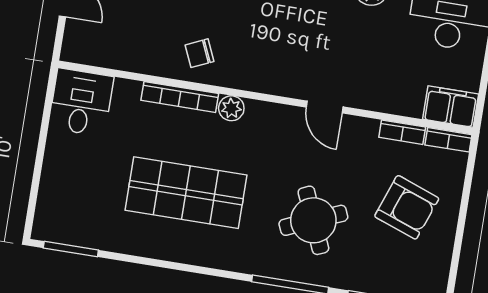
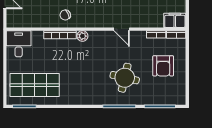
shop shelf: (186, 193) -> (35, 85), moved
armchair: (407, 207) -> (163, 66), turned 70
round table: (313, 220) -> (125, 78), turned 36

